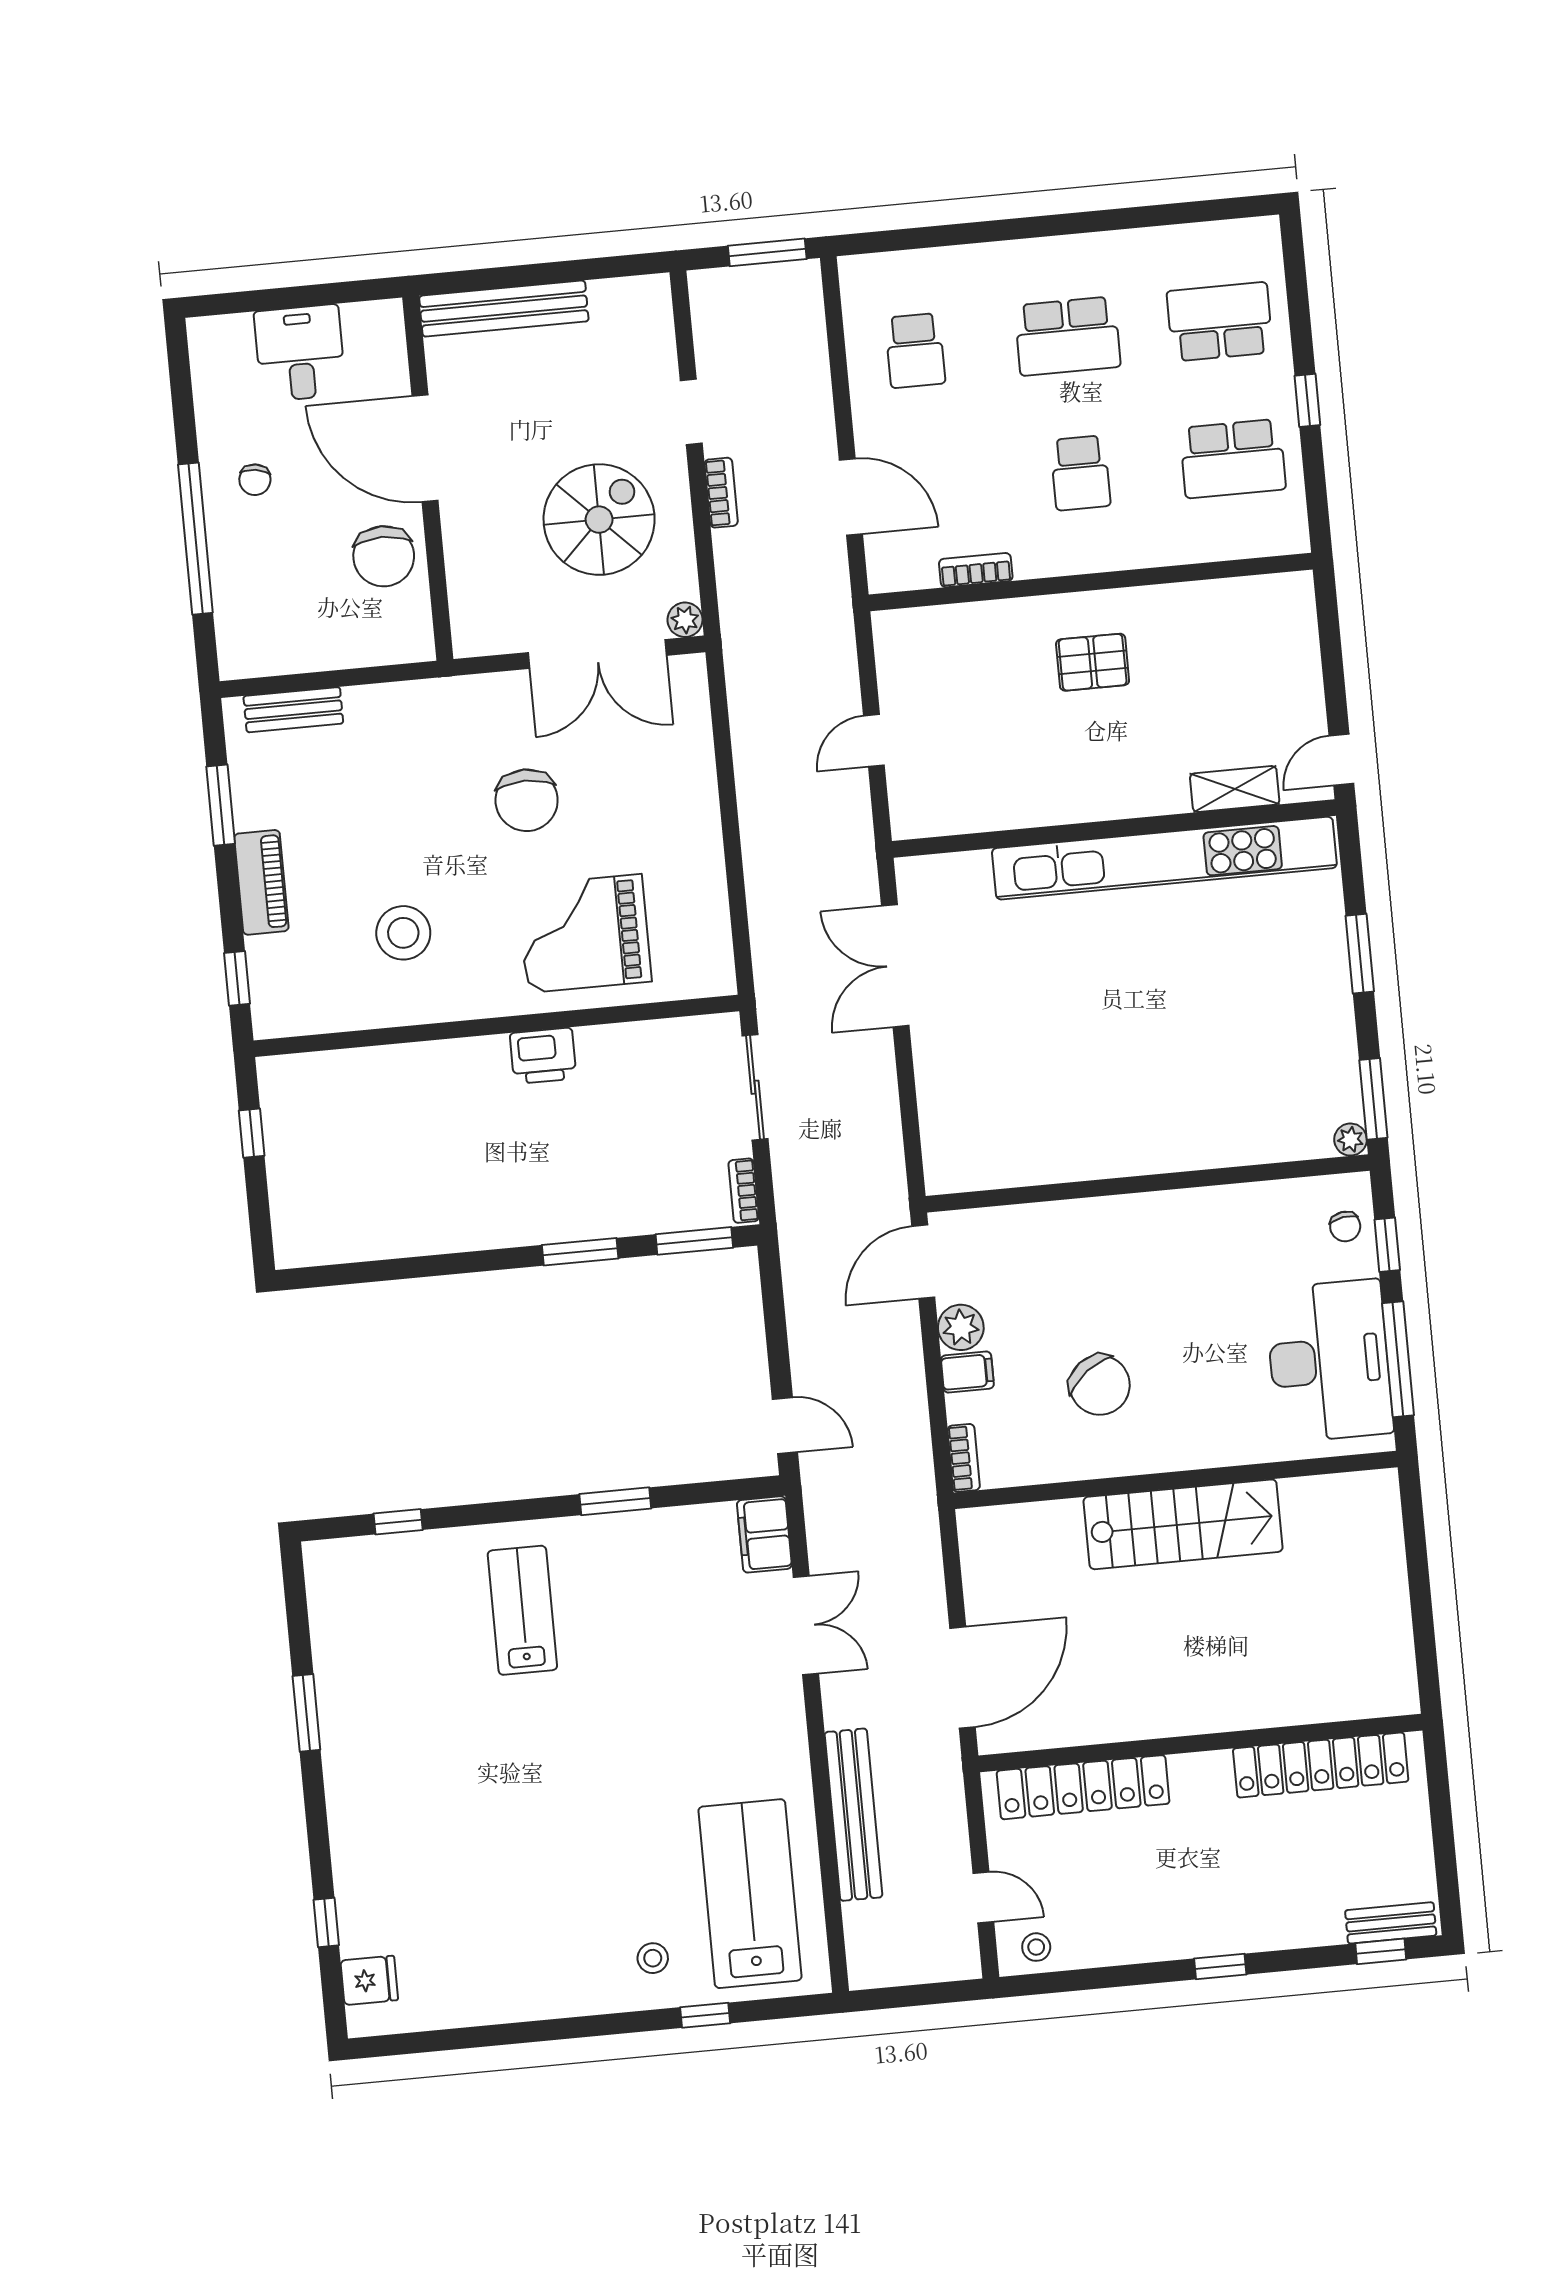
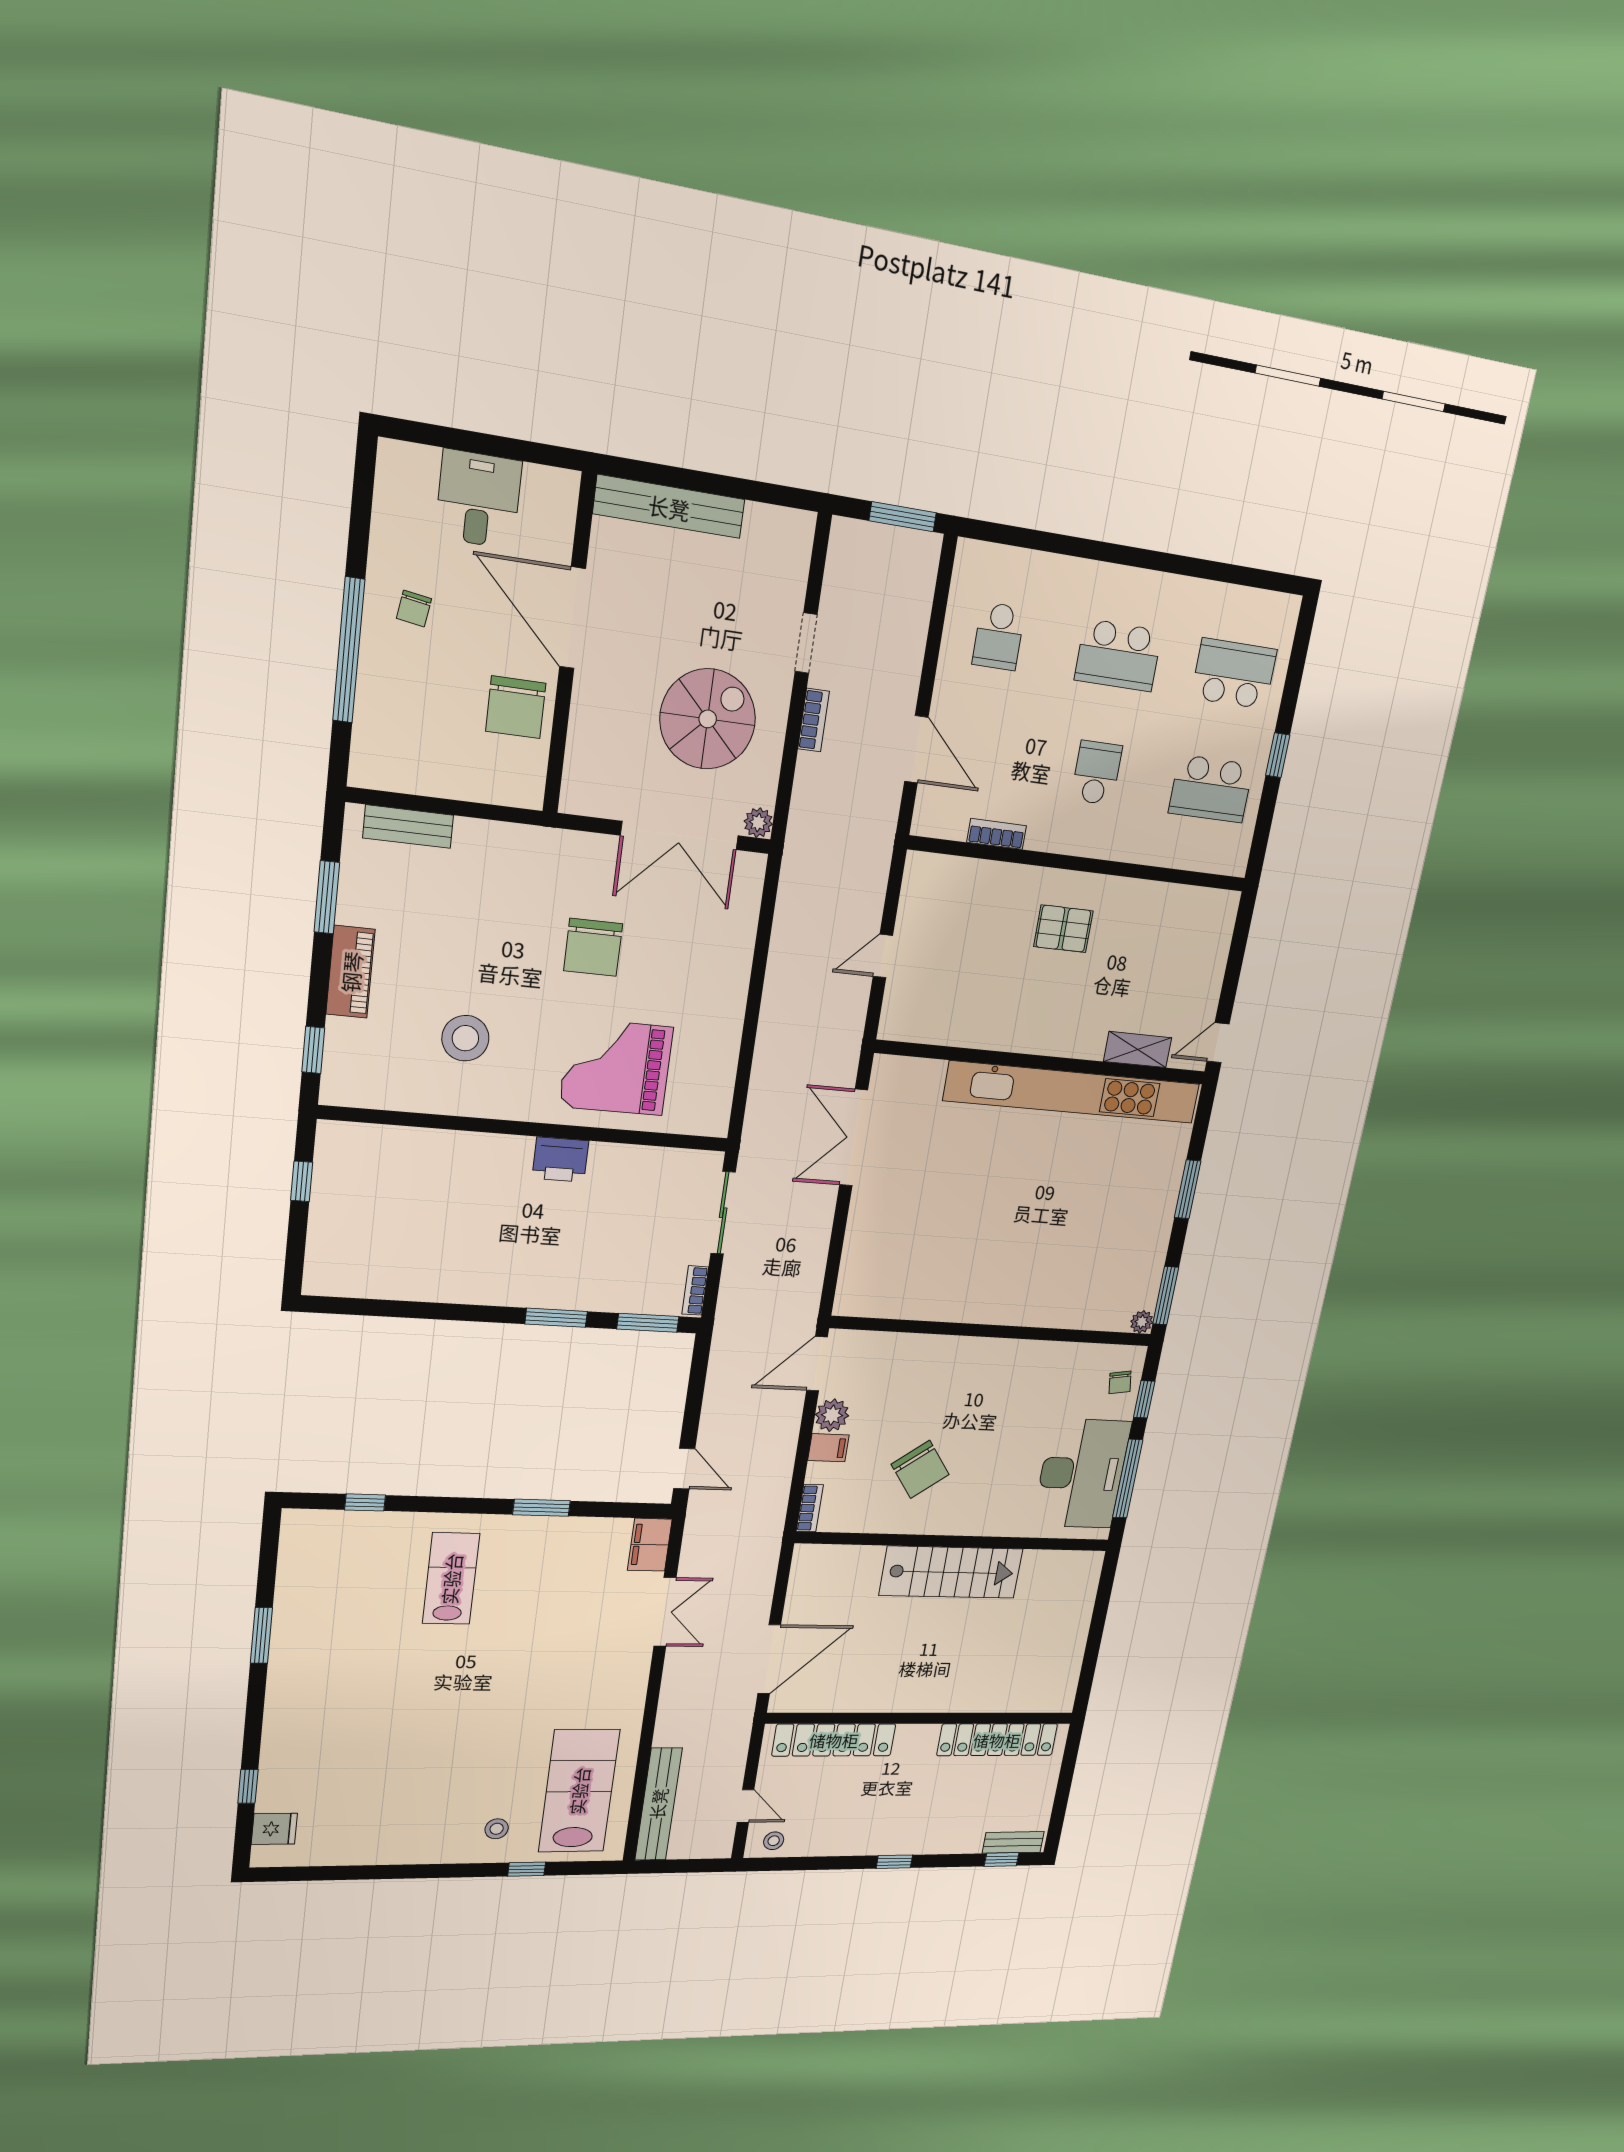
school desk: (1080, 473) -> (1097, 773), turned 180
bench: (853, 1815) -> (658, 1804), moved

